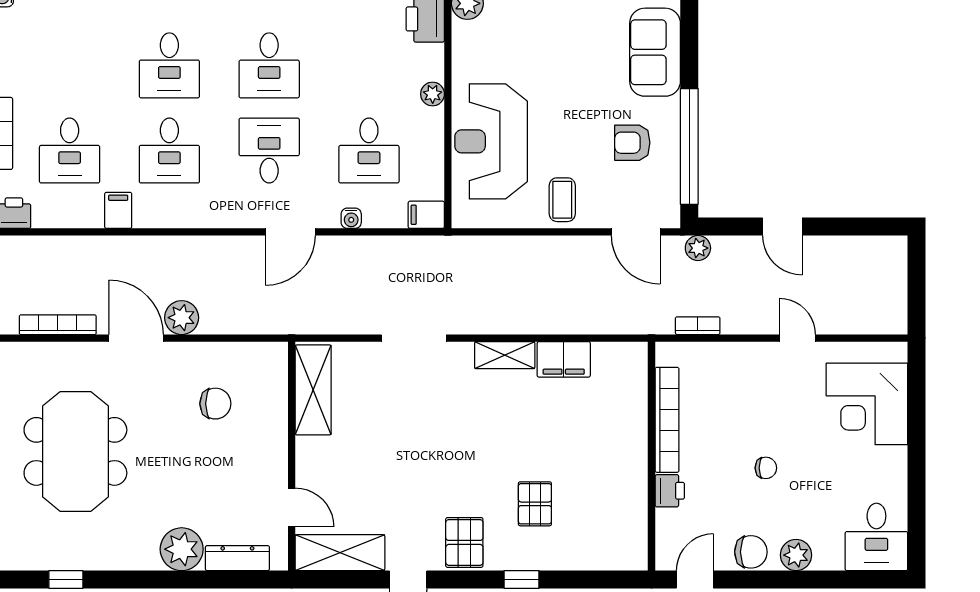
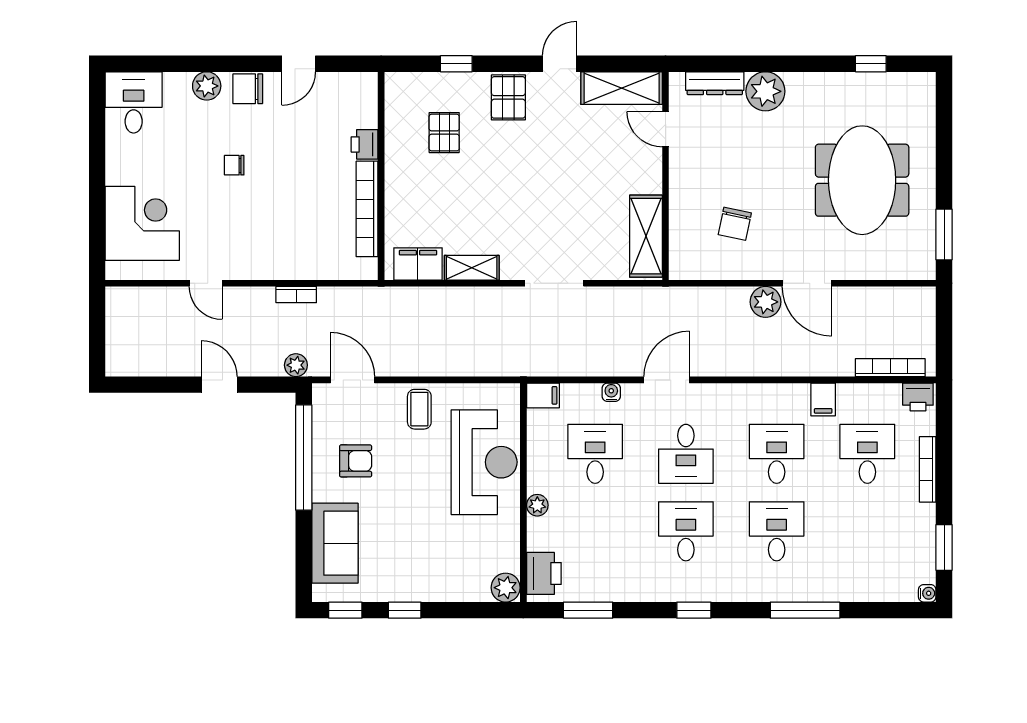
bookcase: (58, 325) -> (890, 368), moved, turned 180
chair: (215, 404) -> (735, 224), turned -78
bookcase: (667, 420) -> (367, 209), moved
wall: (652, 456) -> (381, 176), moved
printer: (670, 491) -> (365, 144), moved

